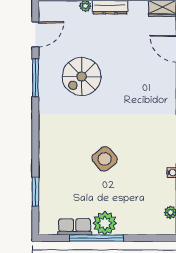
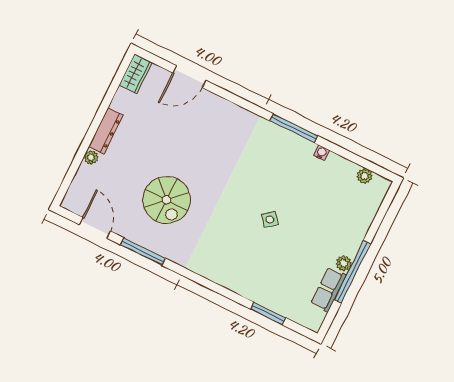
side table: (105, 159) -> (270, 219), width x0.54, depth x0.54
plant: (105, 223) -> (344, 263), width x0.53, depth x0.53

